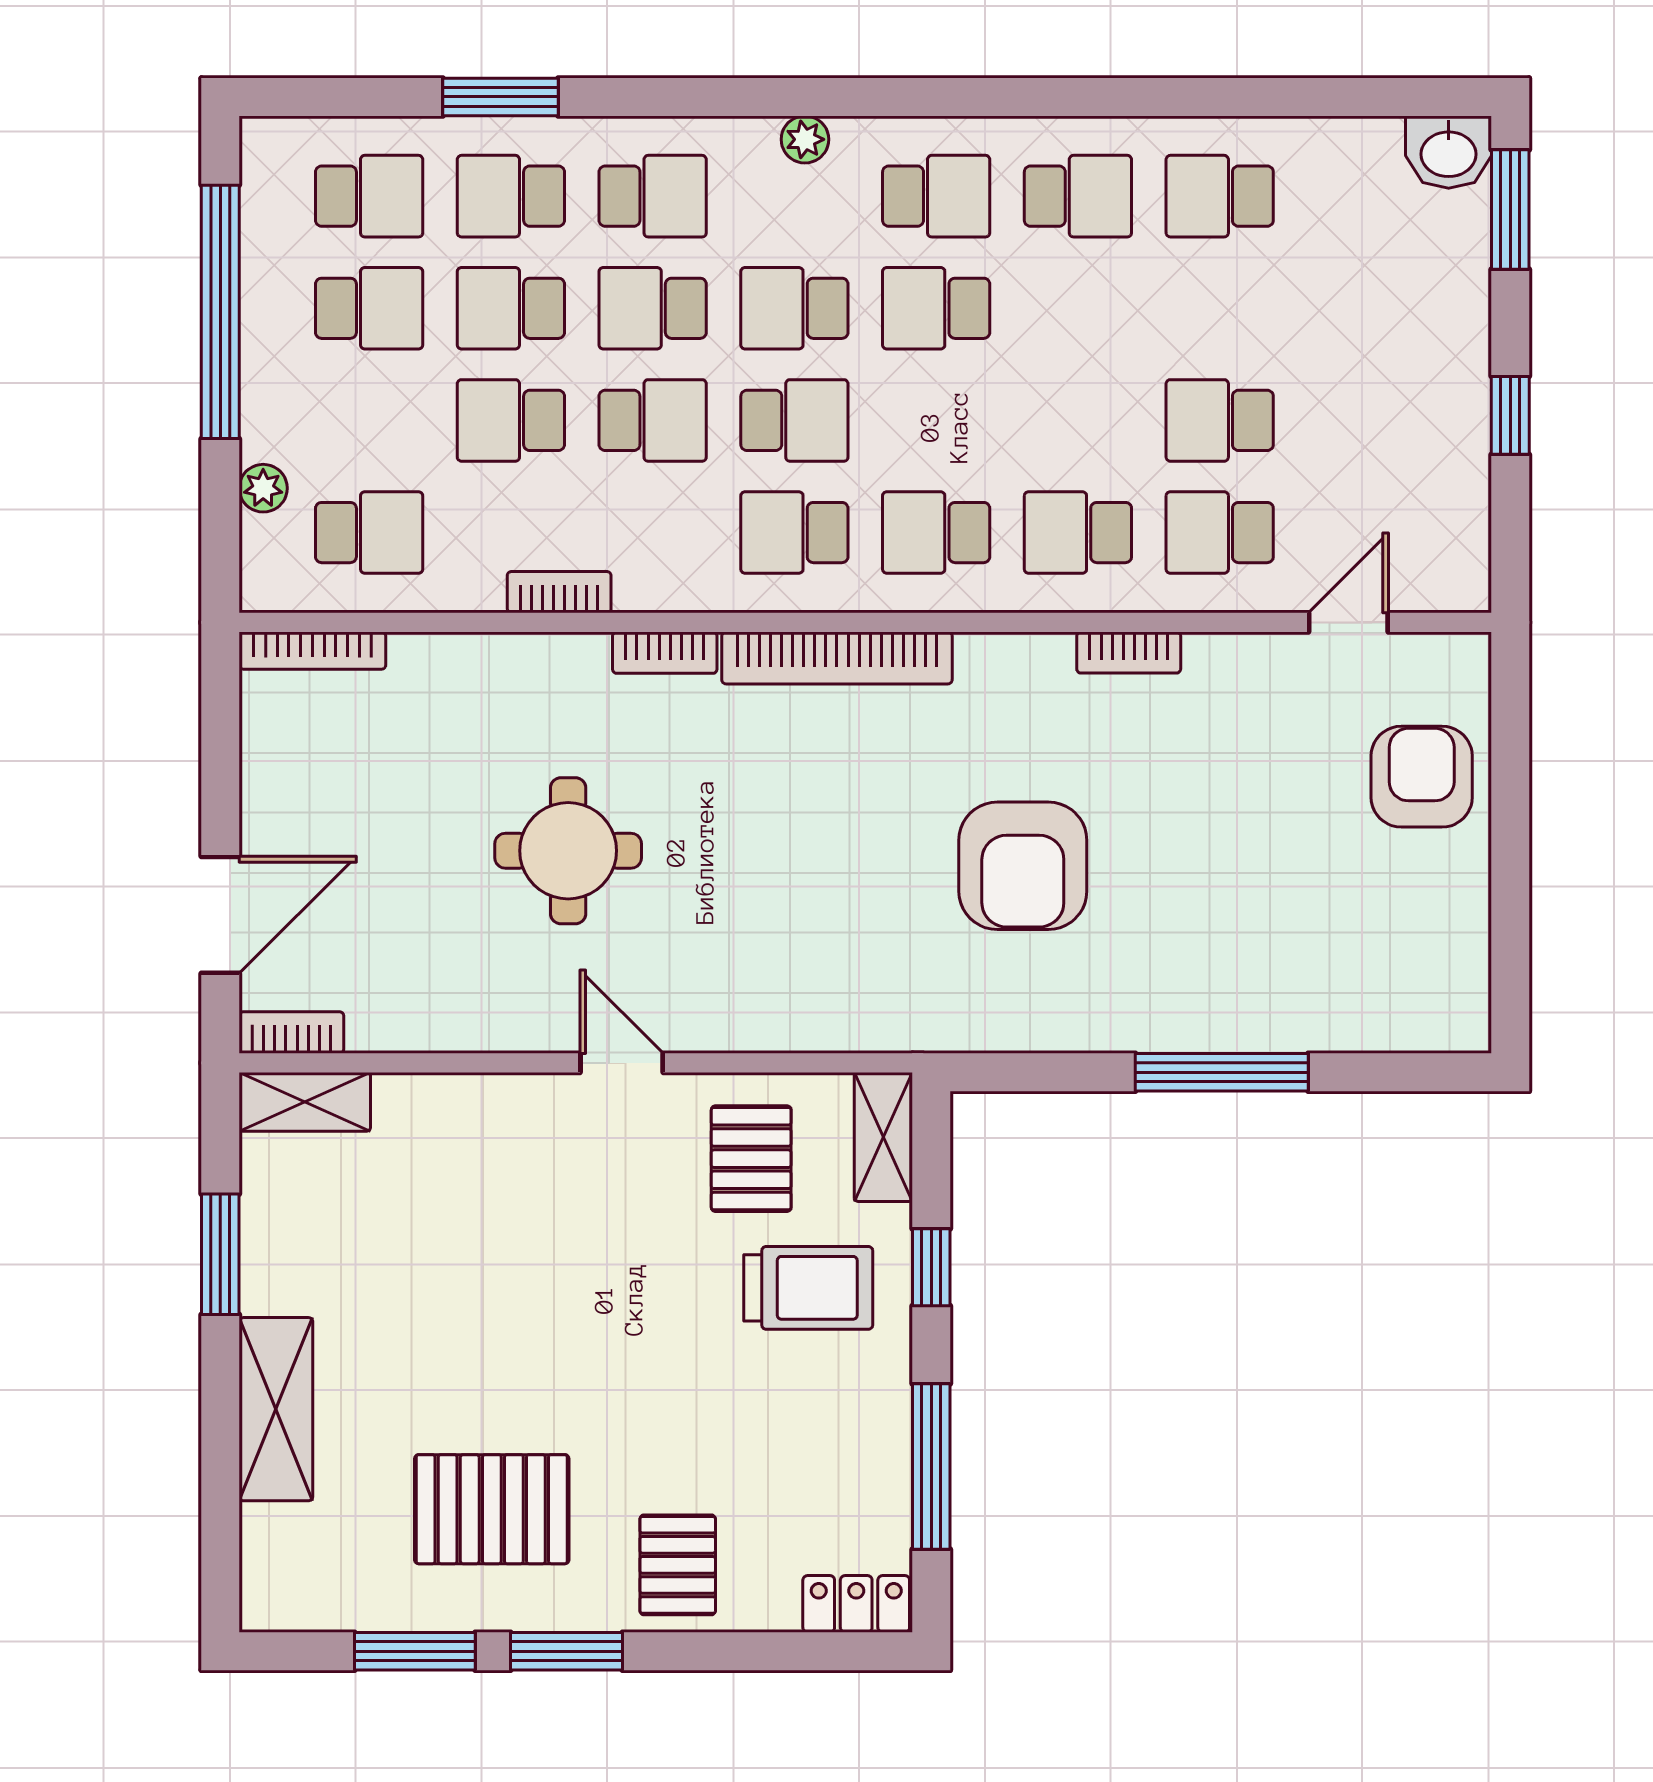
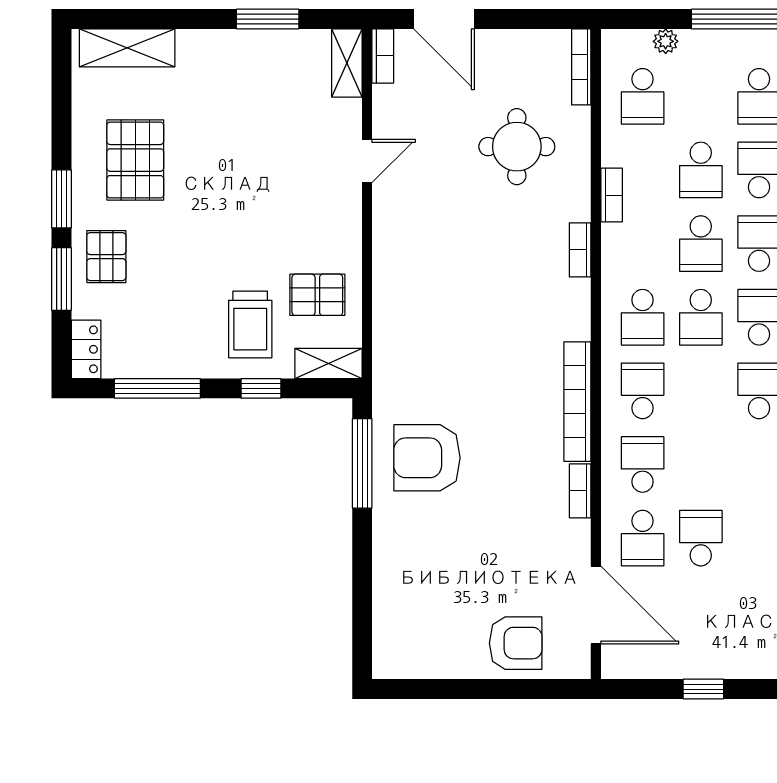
school desk: (511, 420) -> (701, 170), turned 180
school desk: (794, 533) -> (643, 317), turned 180
school desk: (1220, 533) -> (643, 538), turned 180
door: (1348, 622) -> (596, 605), width x1.88
bookcase: (837, 658) -> (577, 402), moved
round table: (568, 851) -> (517, 147), moved
armchair: (1023, 866) -> (427, 458), moved
door: (622, 1063) -> (367, 161), moved
window: (1222, 1072) -> (362, 463), moved
shelving: (276, 1409) -> (127, 48), moved
pallet: (678, 1565) -> (106, 257), turned 90
window: (415, 1651) -> (61, 279), moved

